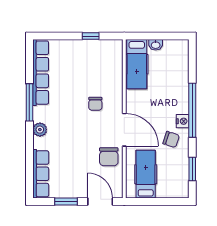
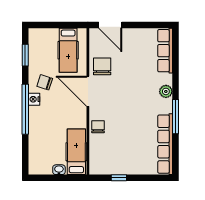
chair: (95, 104) -> (98, 127), moved
window: (66, 202) -> (142, 25), removed

